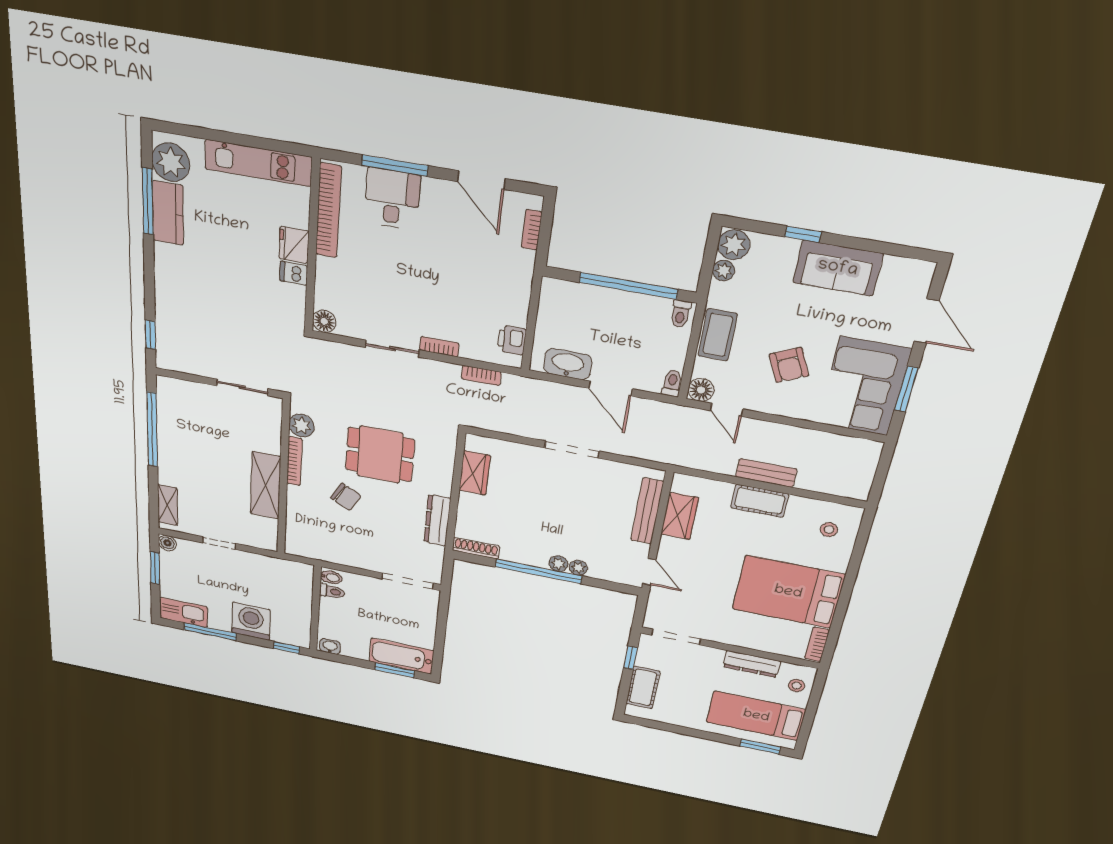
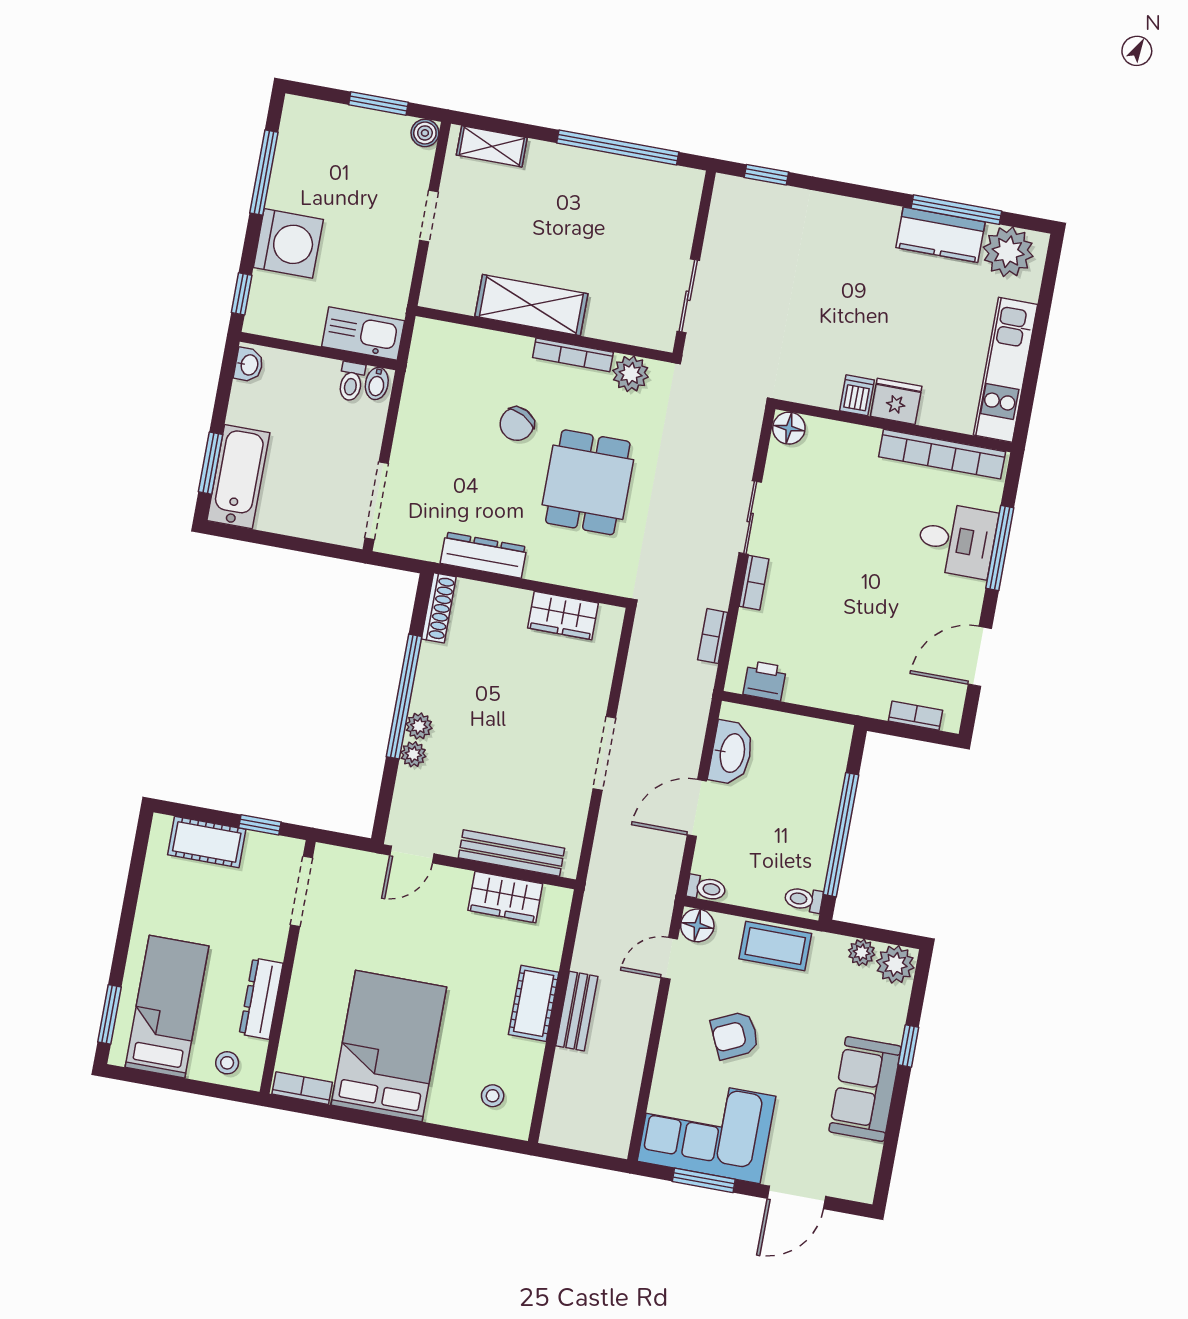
kitchen sink: (184, 612) -> (363, 334), moved, turned -90

